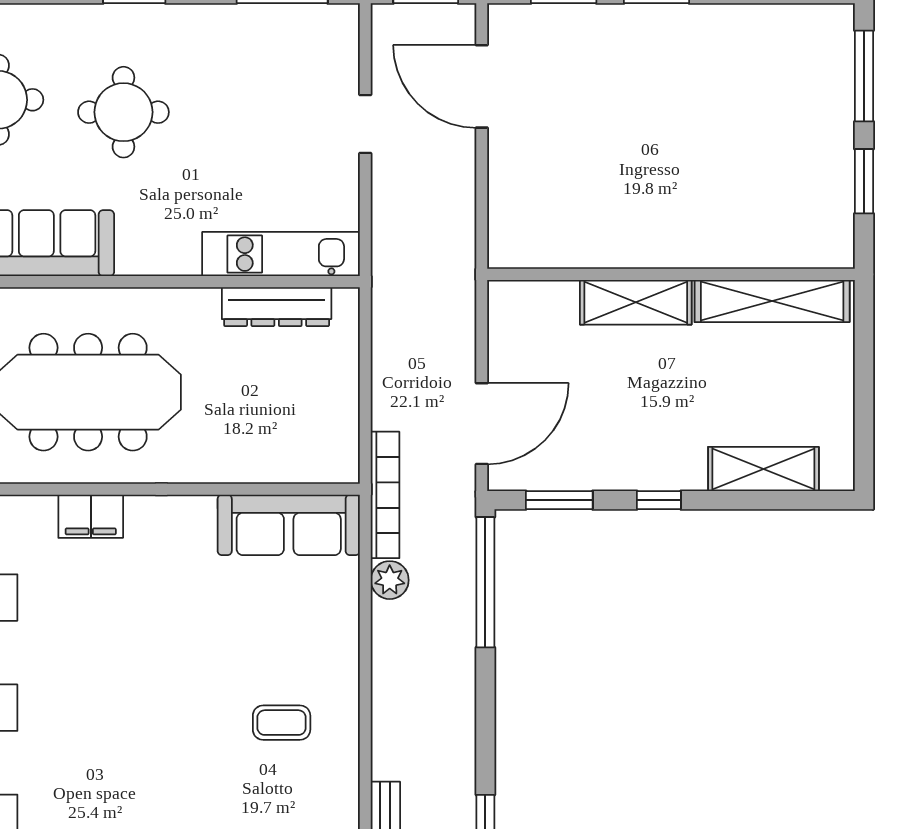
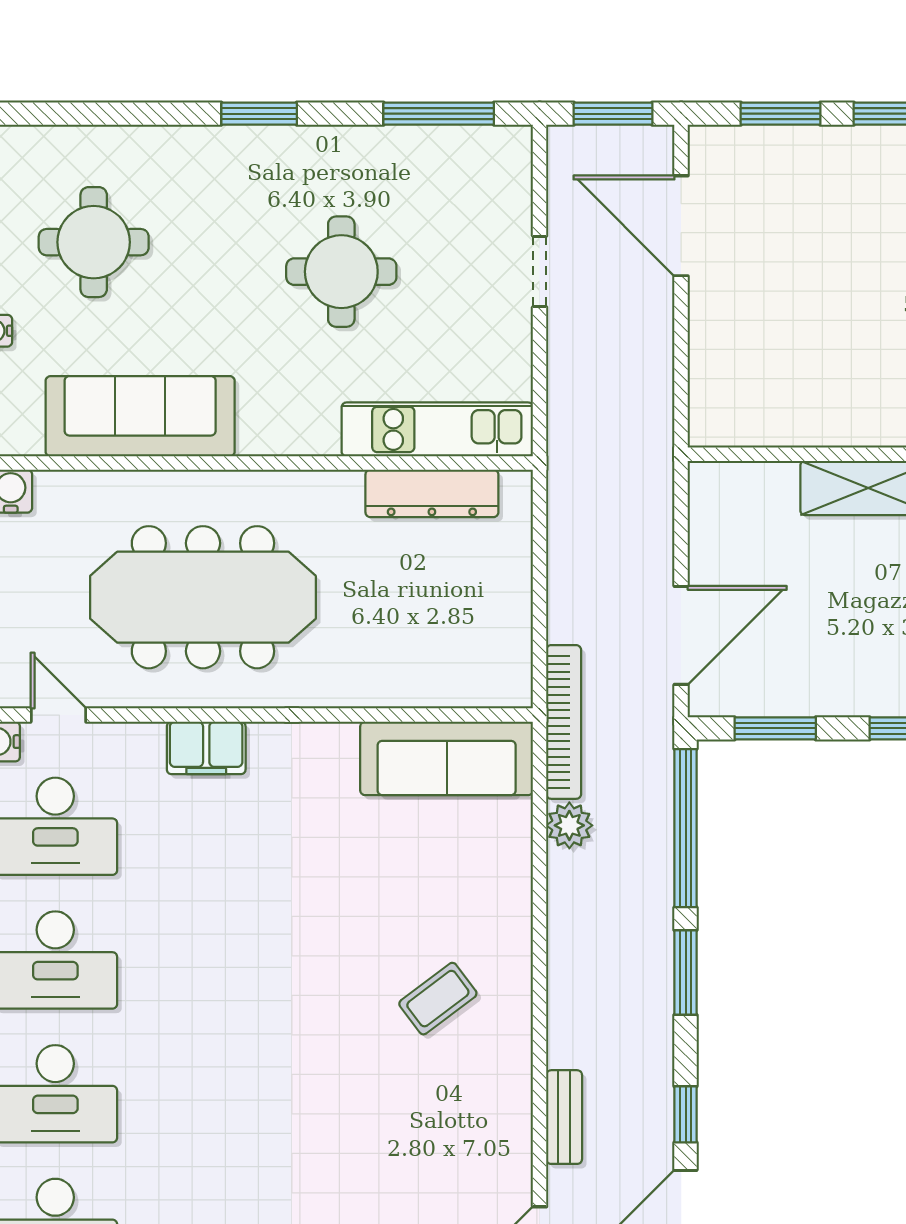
round table: (123, 112) -> (341, 272), moved
window: (485, 701) -> (686, 973), added
coffee table: (282, 723) -> (438, 999), turned -37

